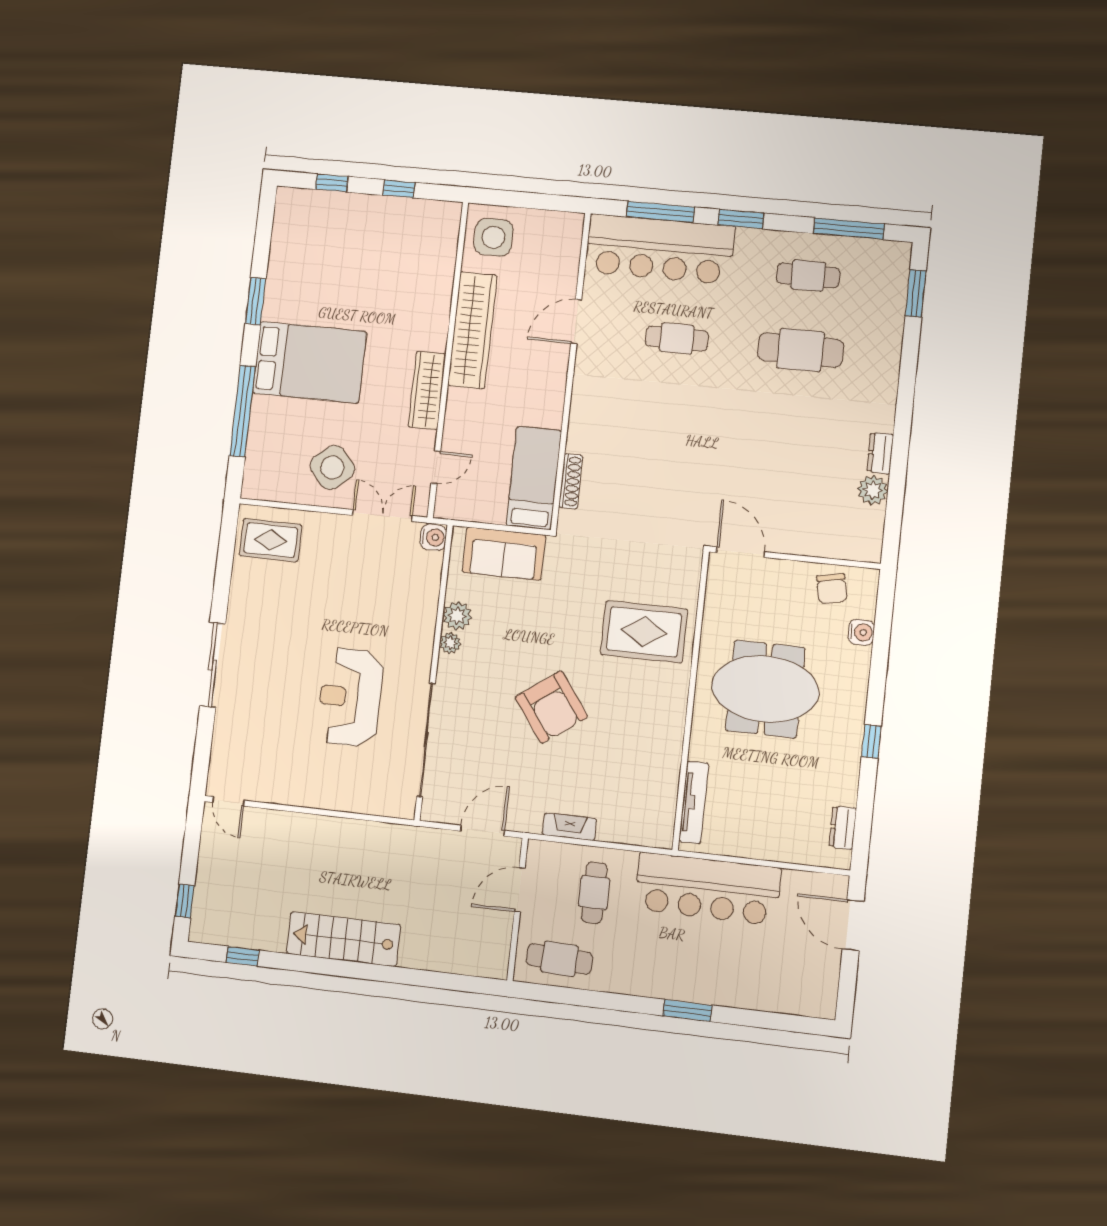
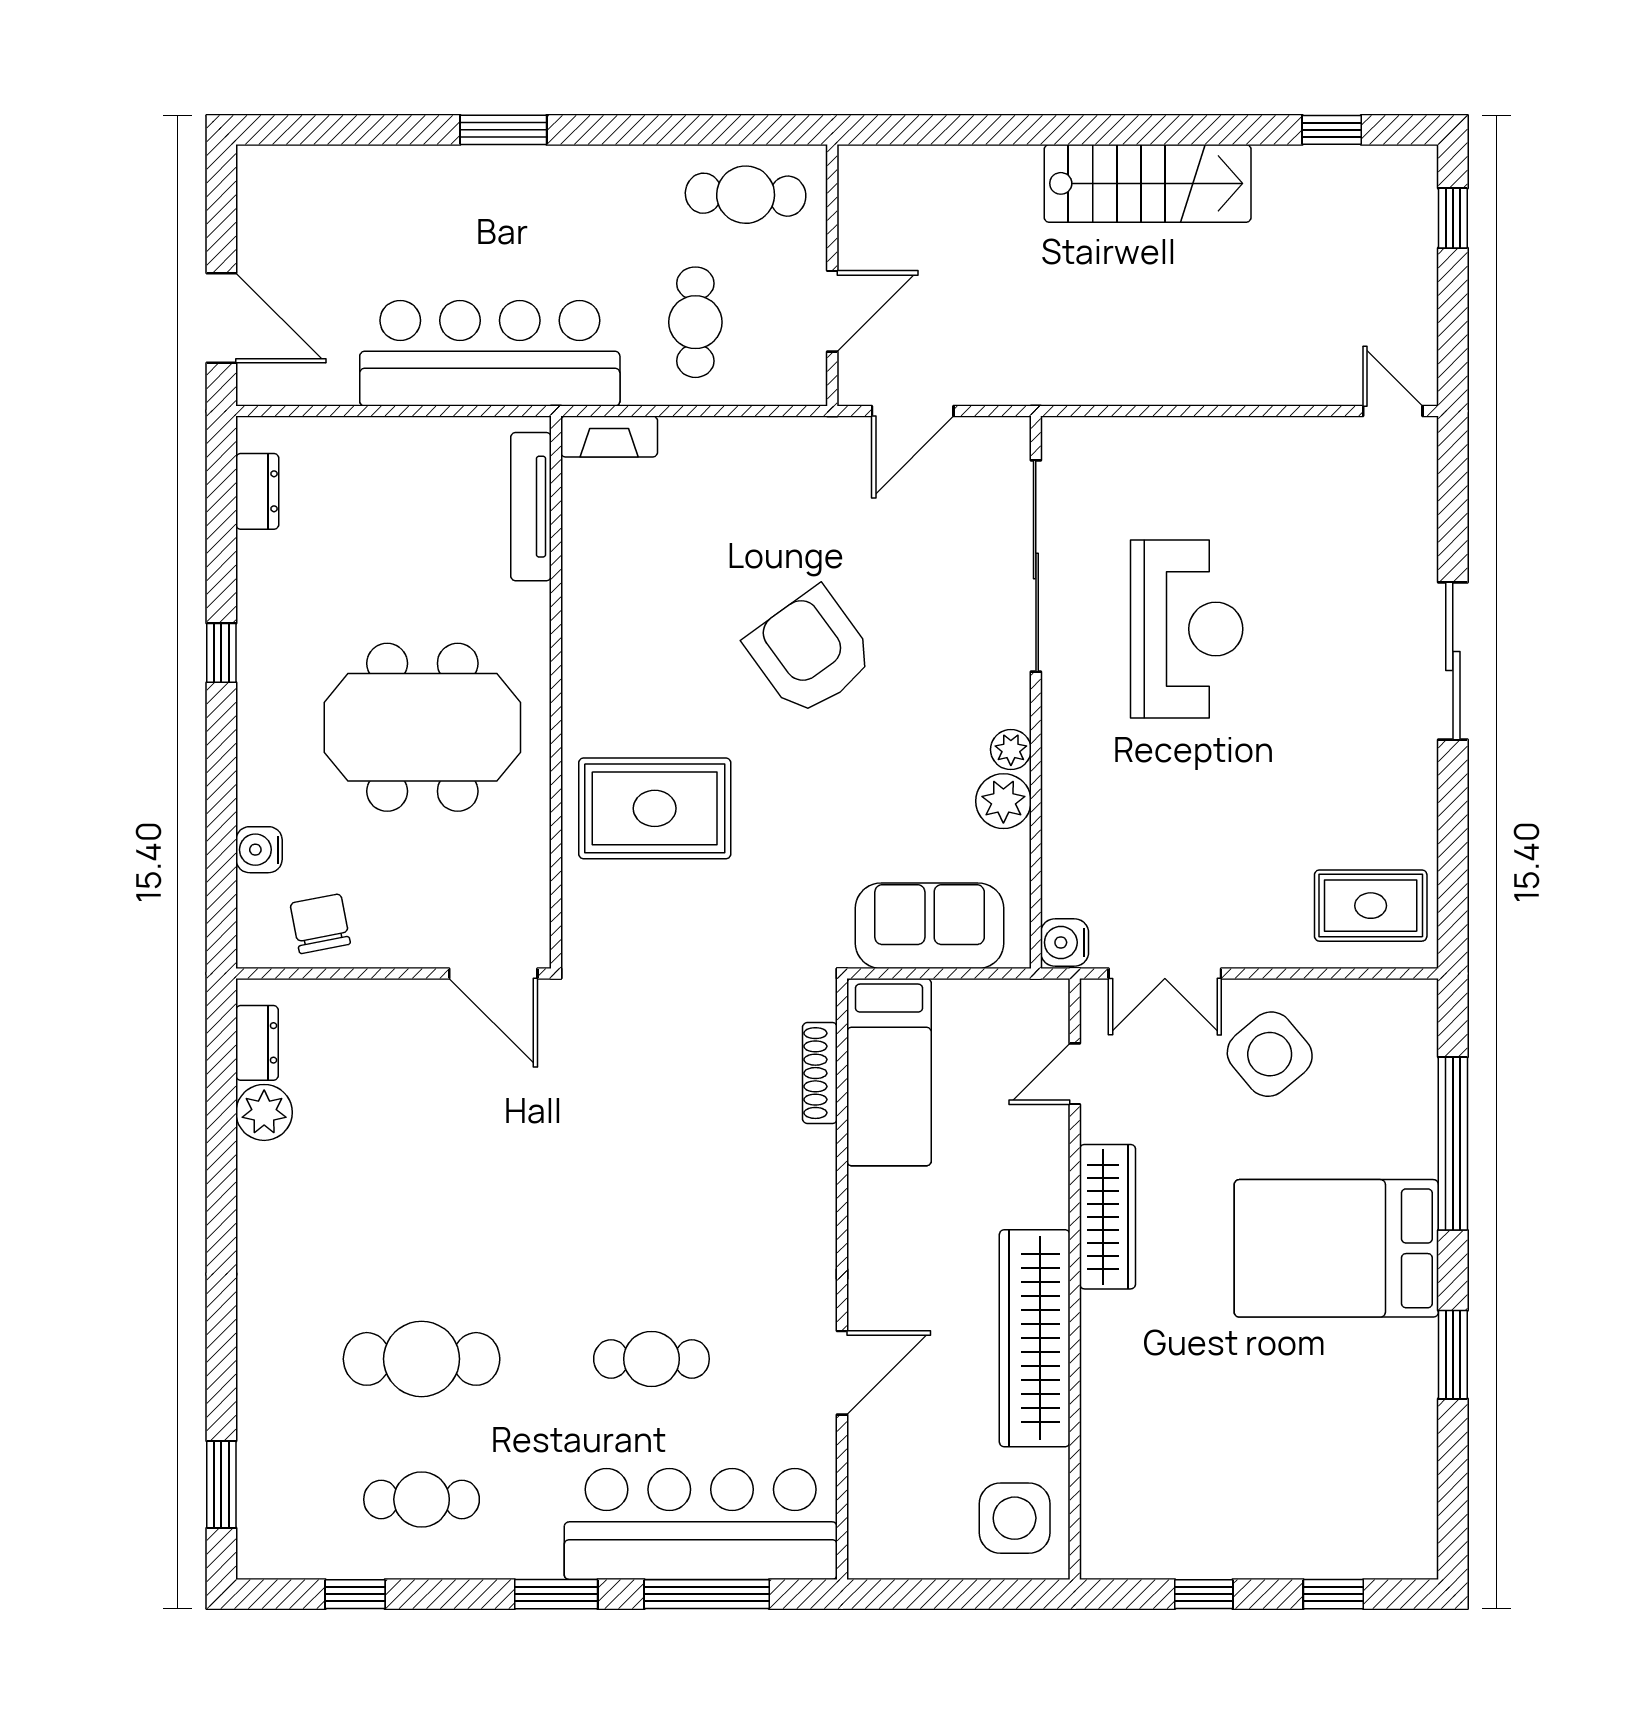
window: (849, 229) -> (355, 1594), width x0.46
dresser: (880, 453) -> (257, 1043), moved
fireplace: (569, 827) -> (609, 437), moved

